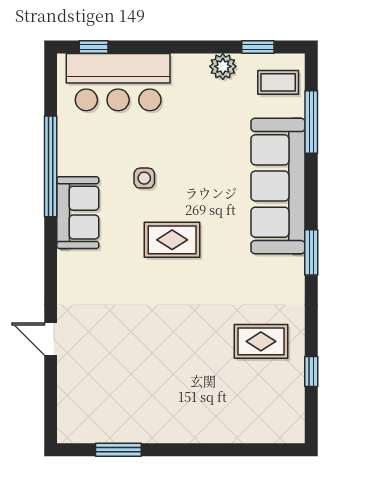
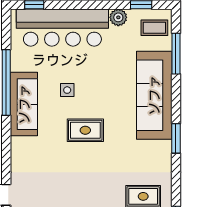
bar counter: (118, 82) -> (62, 28), width x1.36
sofa: (78, 213) -> (24, 104), width x1.36

